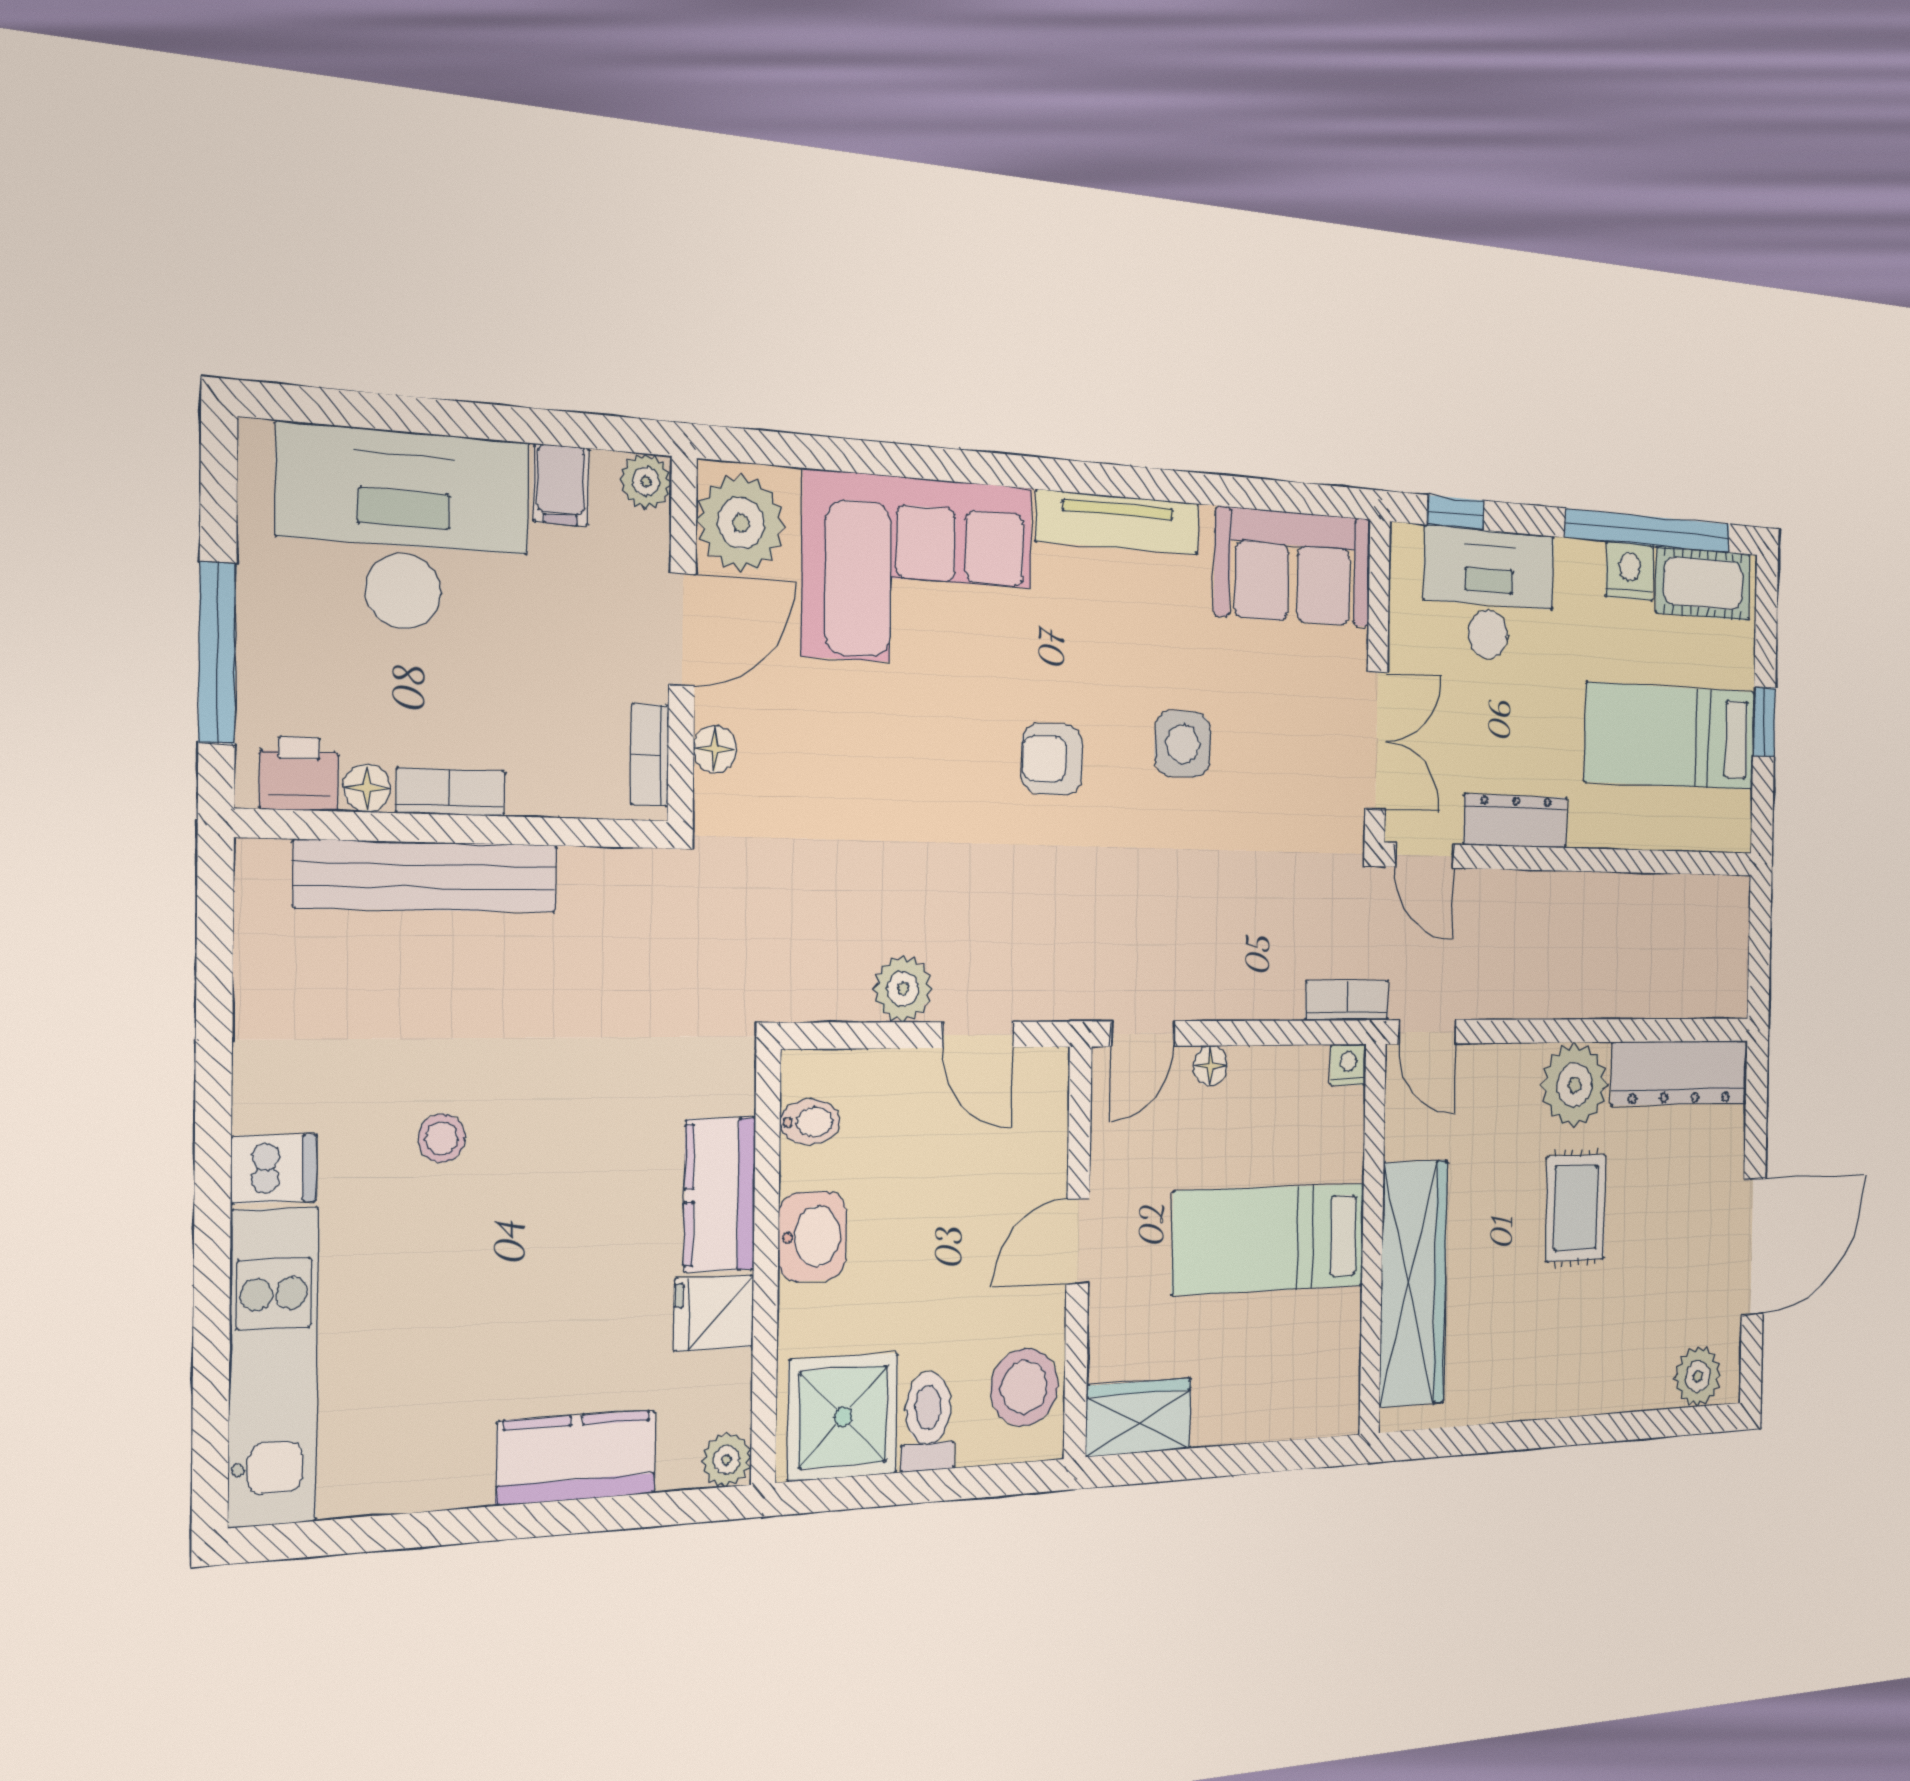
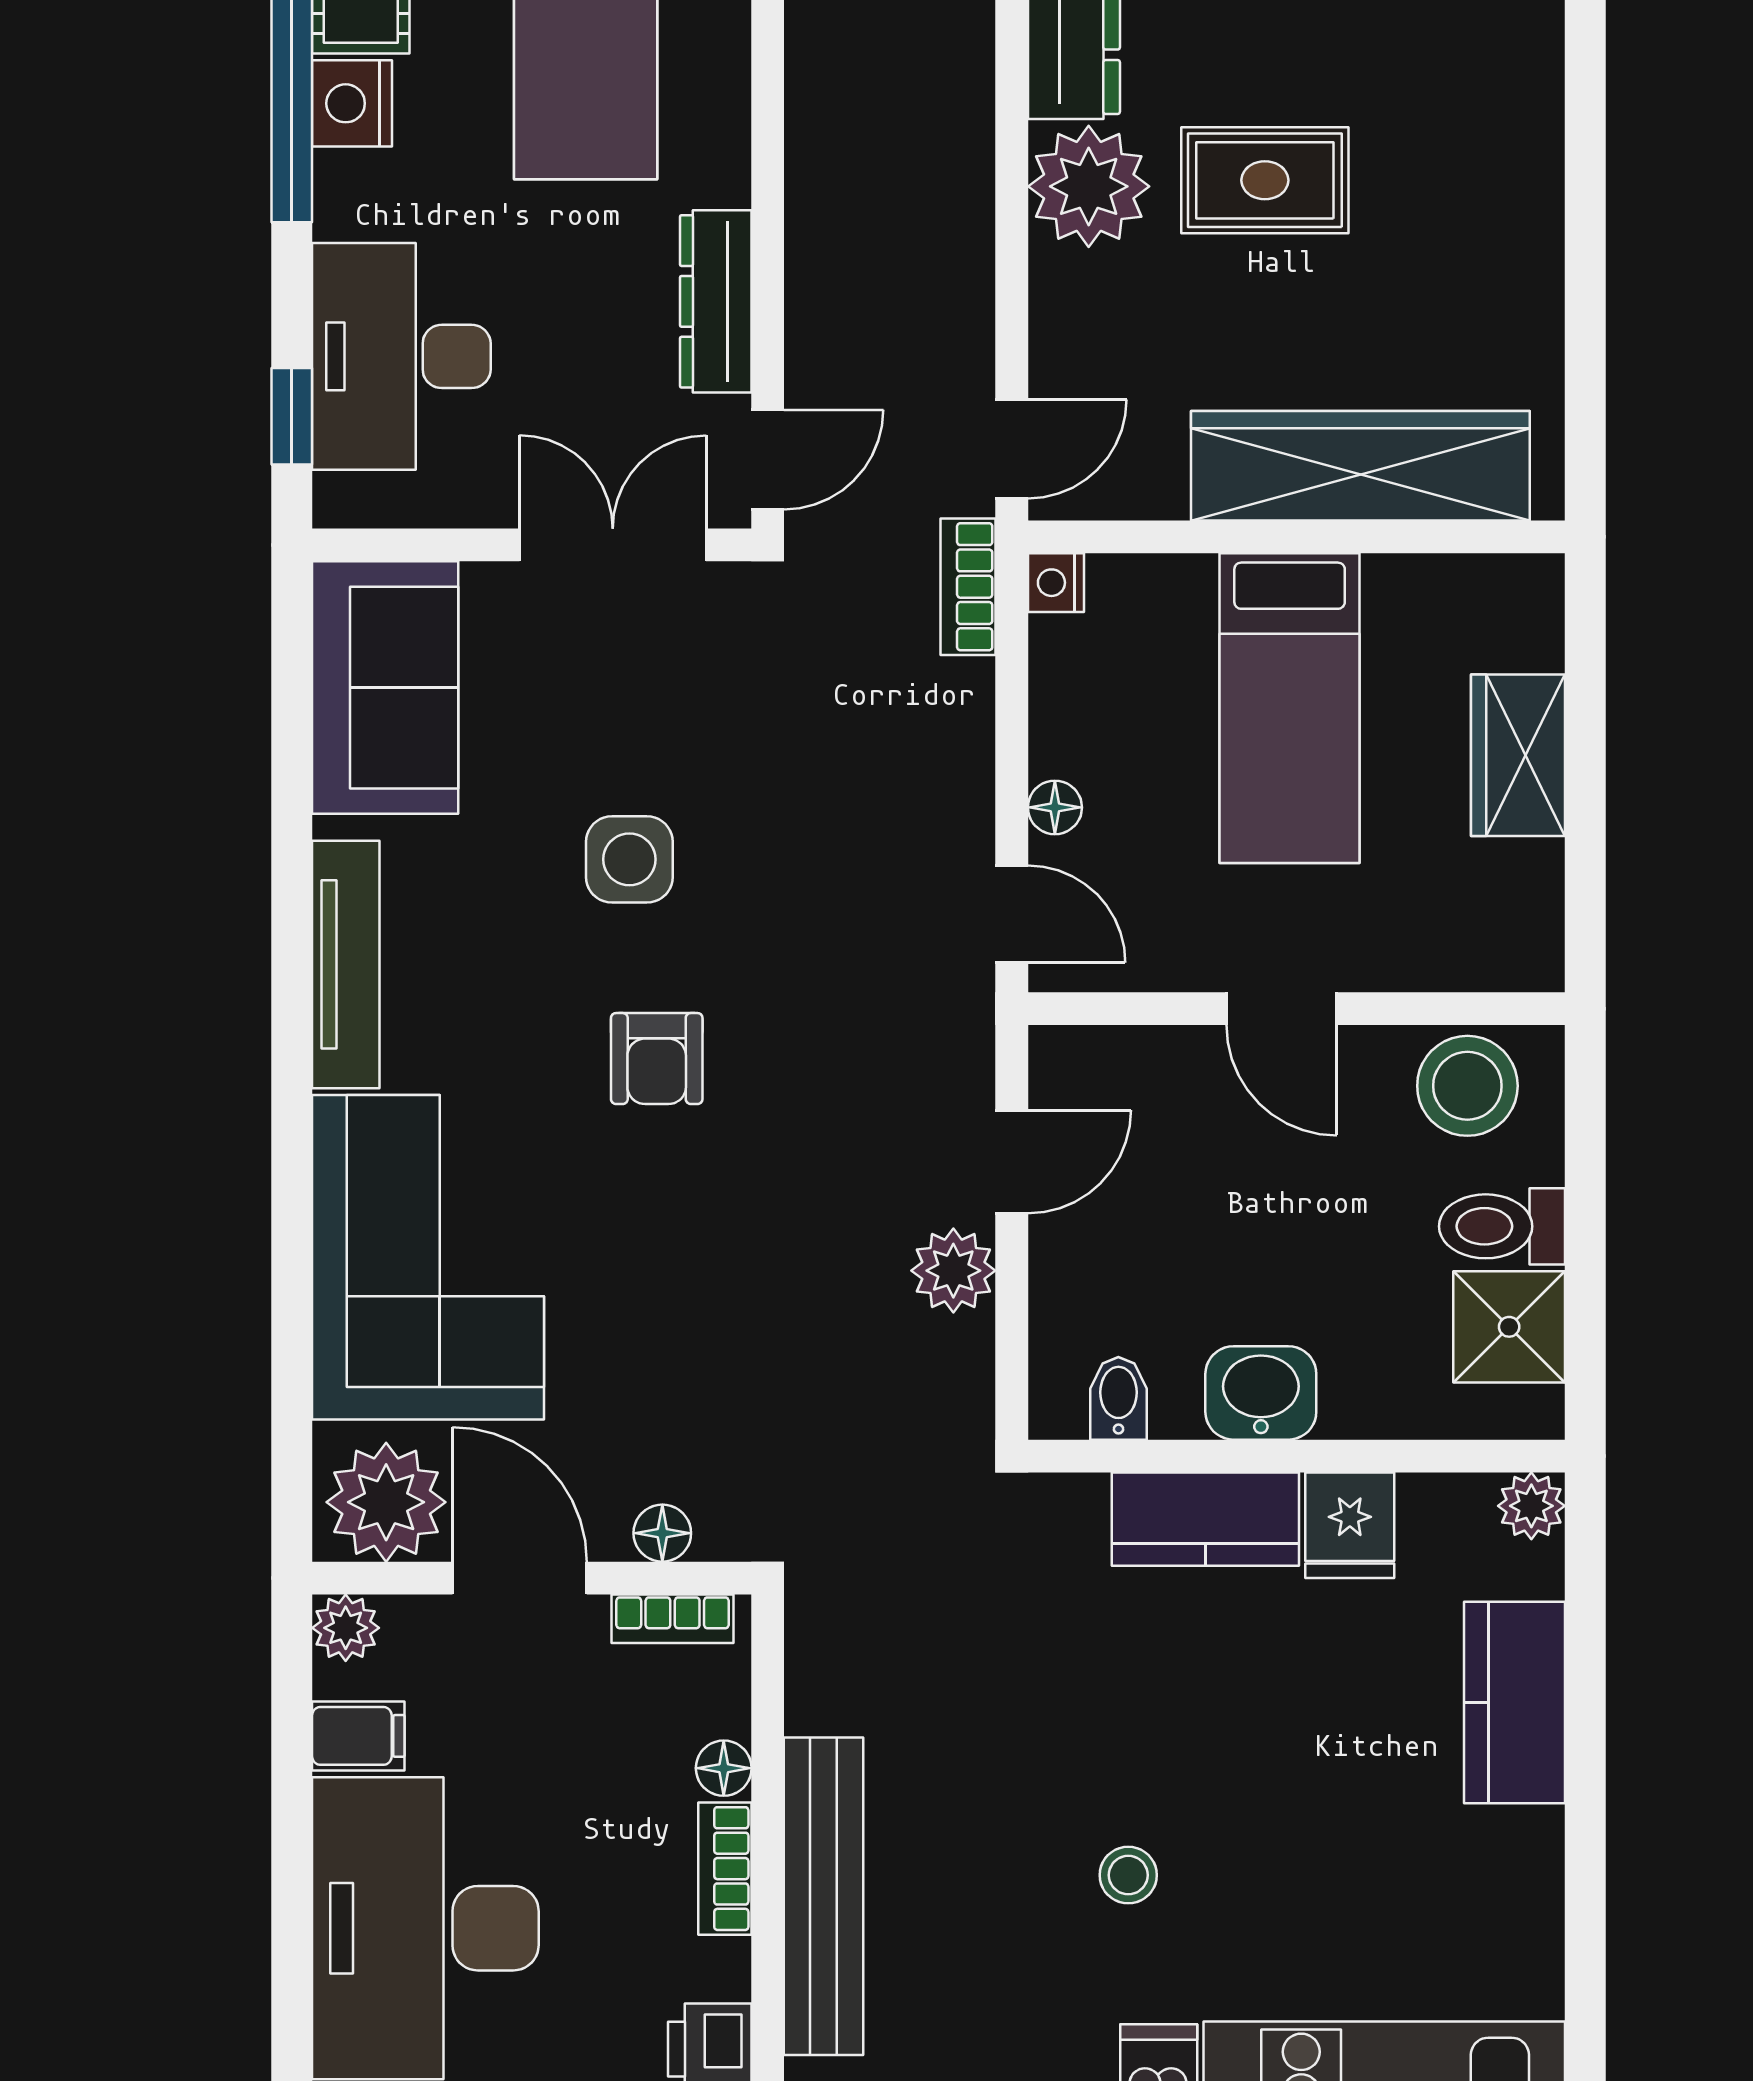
floor lamp: (367, 788) -> (724, 1768), moved
shower: (843, 1417) -> (1509, 1327), width x0.73, depth x0.73
wardrobe: (1138, 1417) -> (1518, 755), moved

